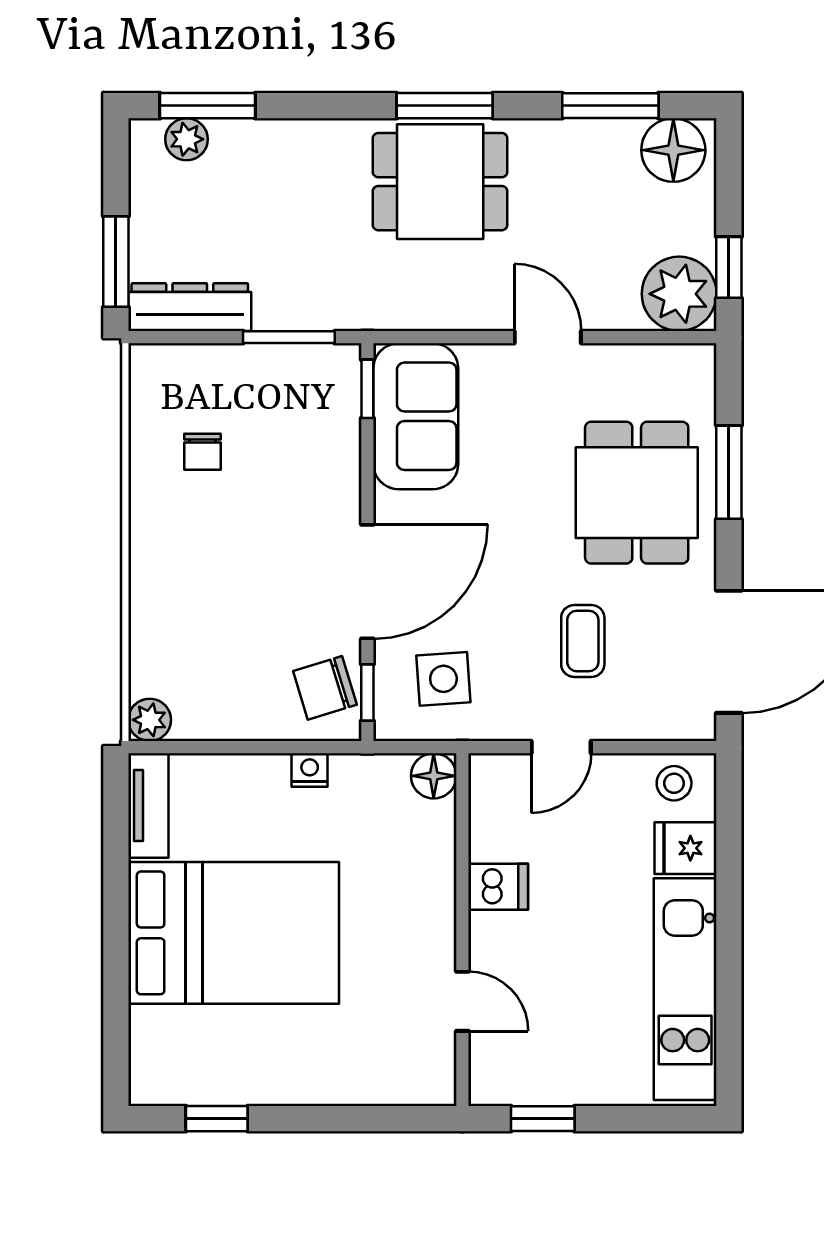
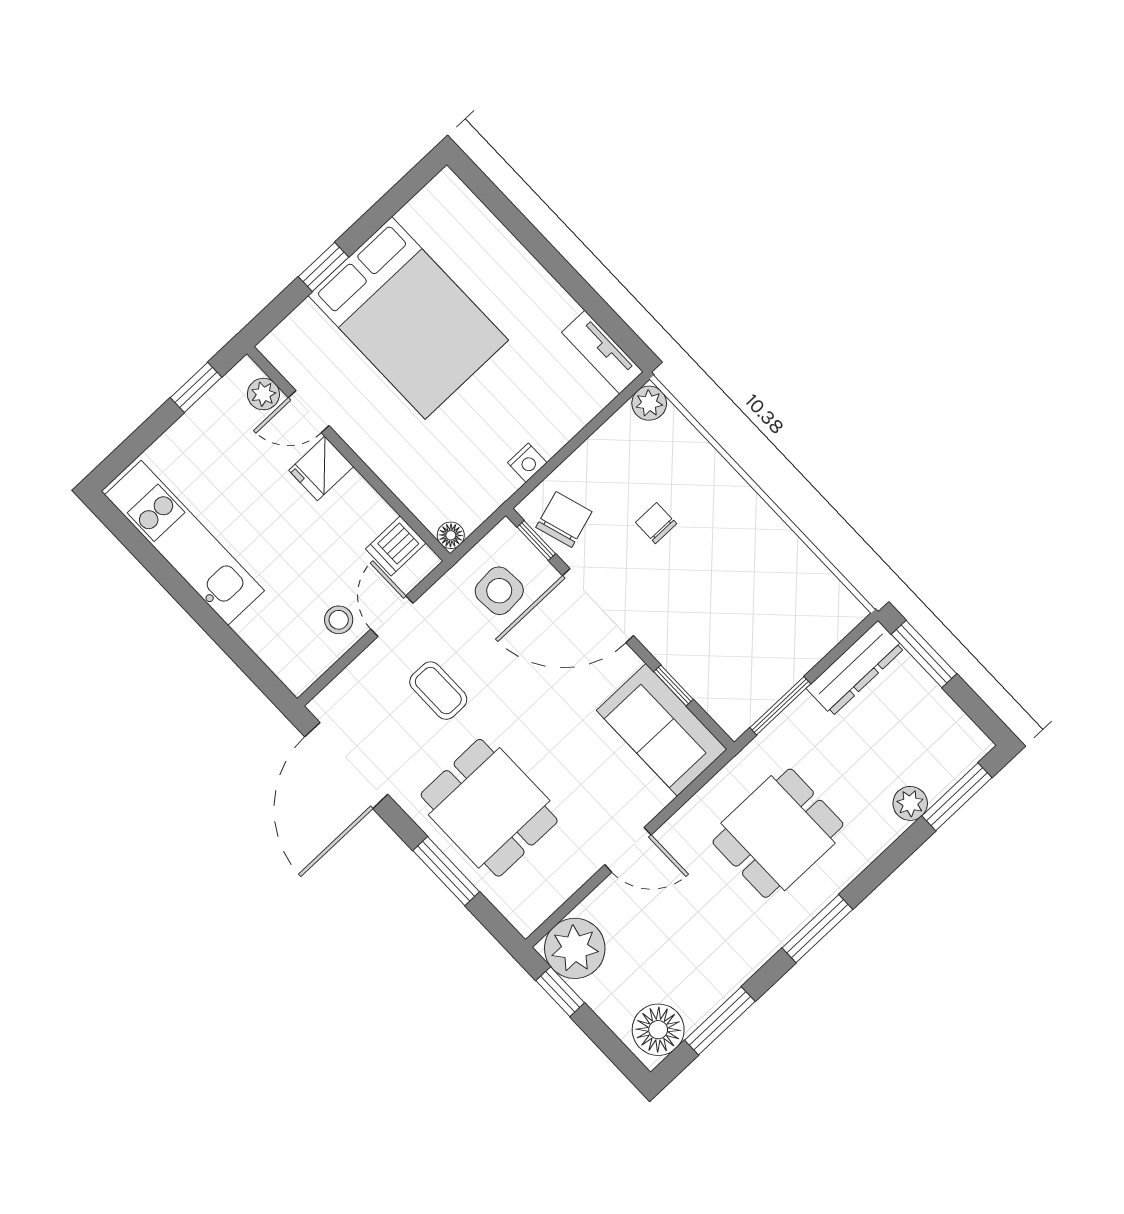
plant: (187, 139) -> (910, 803), moved
dining table: (440, 182) -> (778, 833), moved
window: (367, 389) -> (673, 685), moved
chair: (202, 452) -> (656, 523), moved
door: (367, 582) -> (598, 606), hinge flipped
floor lamp: (434, 776) -> (451, 535), width x0.73, depth x0.73
stool: (674, 783) -> (339, 620), moved
fridge: (686, 848) -> (321, 468), moved, turned 180
dishwasher: (498, 887) -> (396, 546), moved
bed: (234, 933) -> (408, 318), moved, turned -90
plant: (488, 1055) -> (263, 394), added
window: (217, 1119) -> (323, 267), moved

